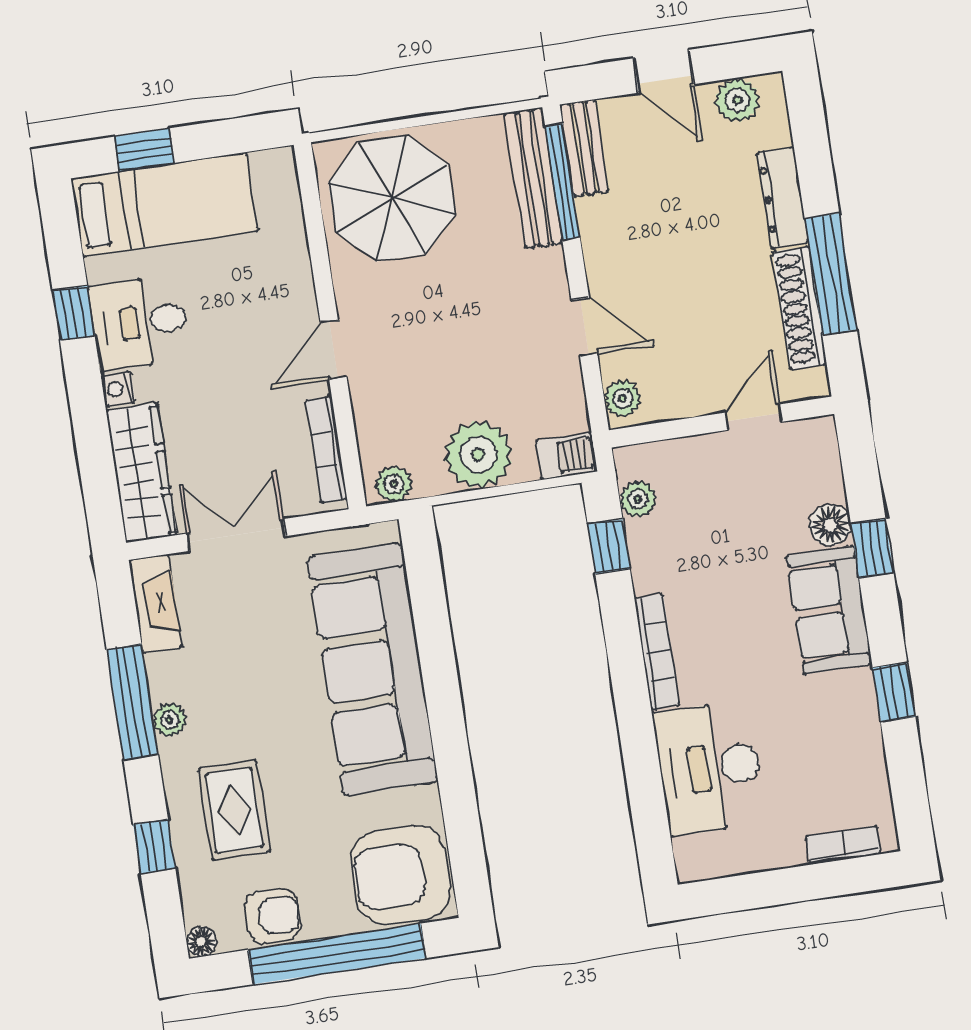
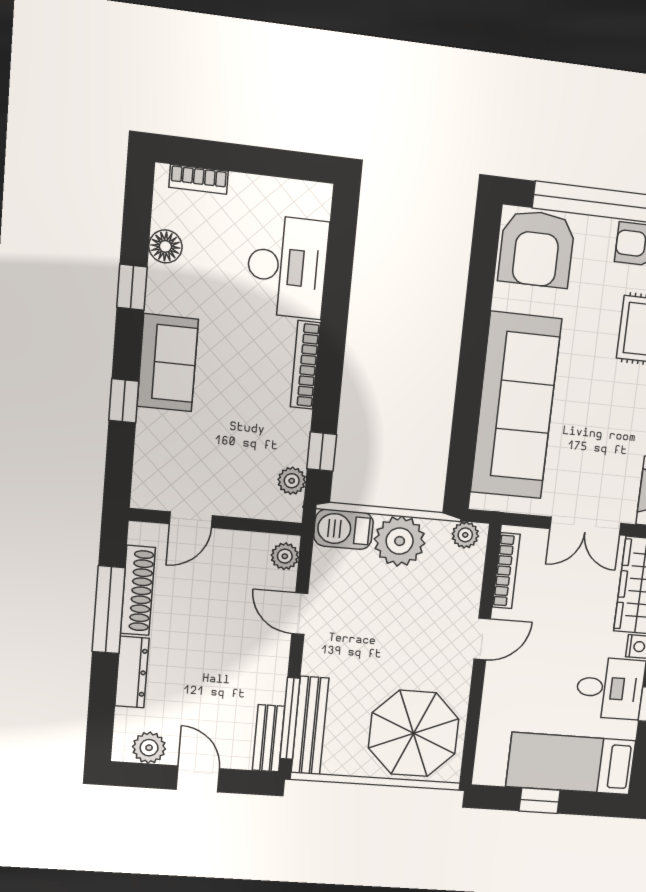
window: (145, 150) -> (540, 801), moved
barbecue: (567, 456) -> (343, 529), width x1.38, depth x1.27
floor lamp: (830, 525) -> (165, 246), moved
armchair: (400, 875) -> (537, 249), turned 90

